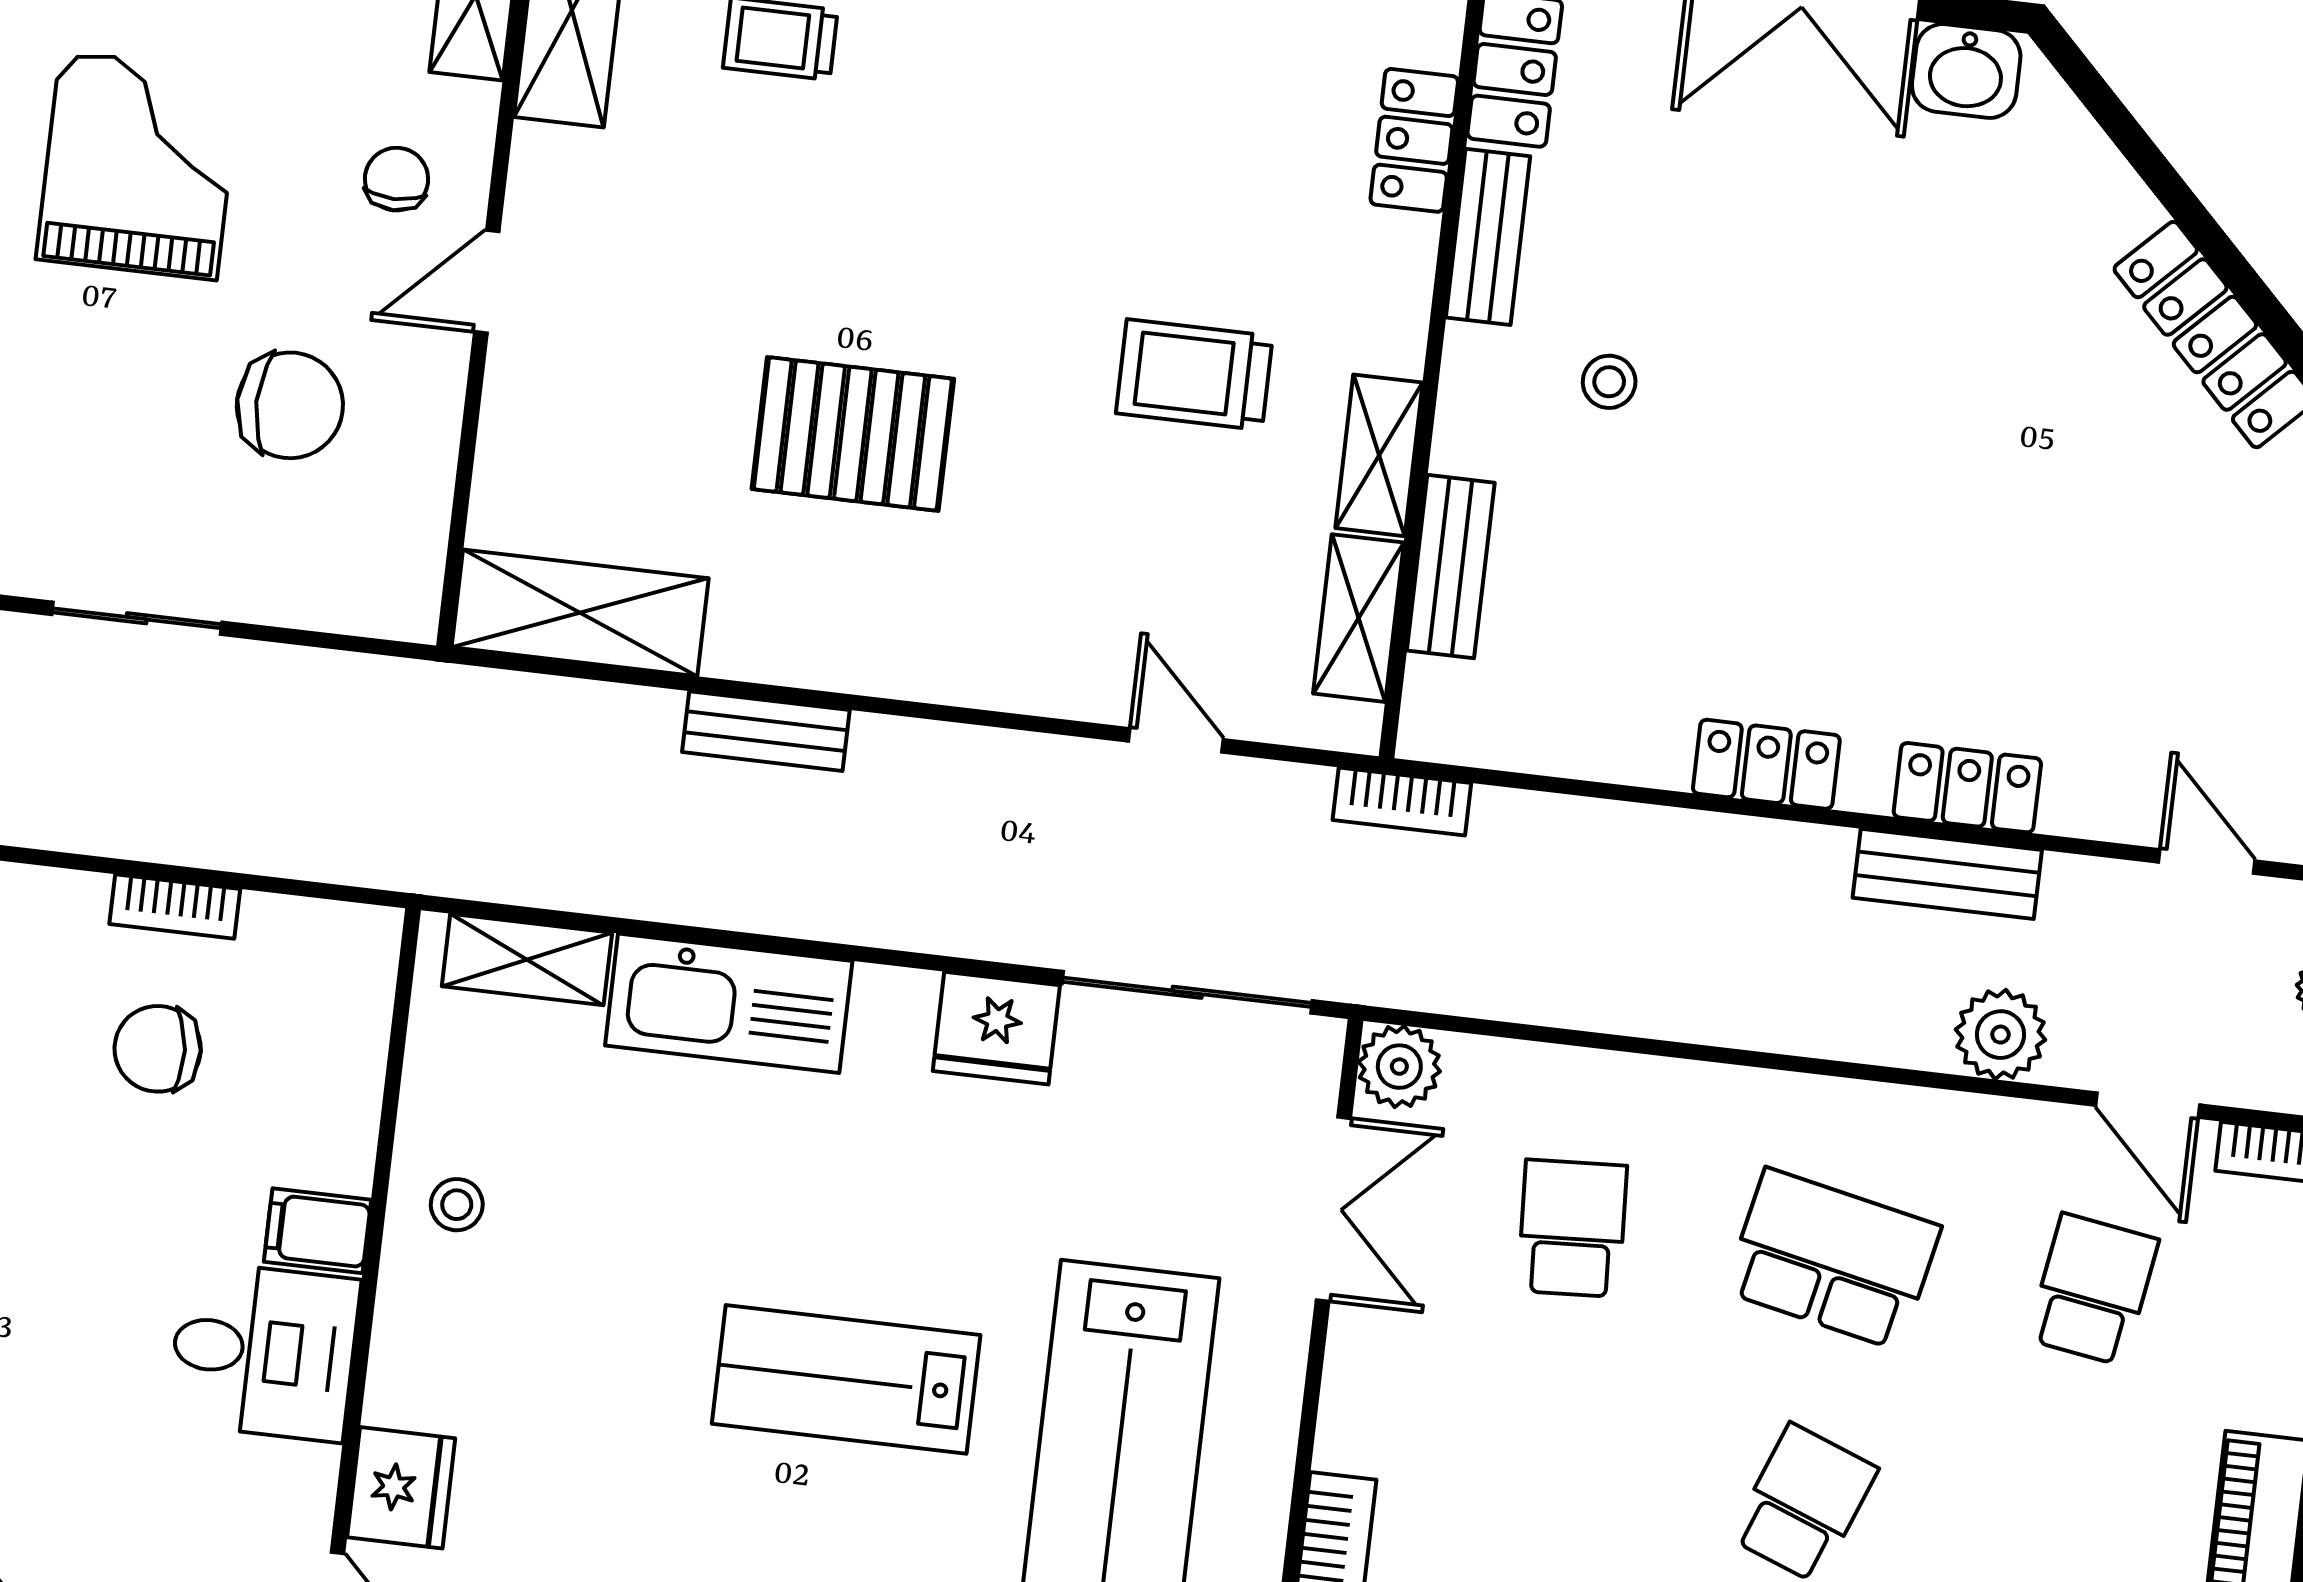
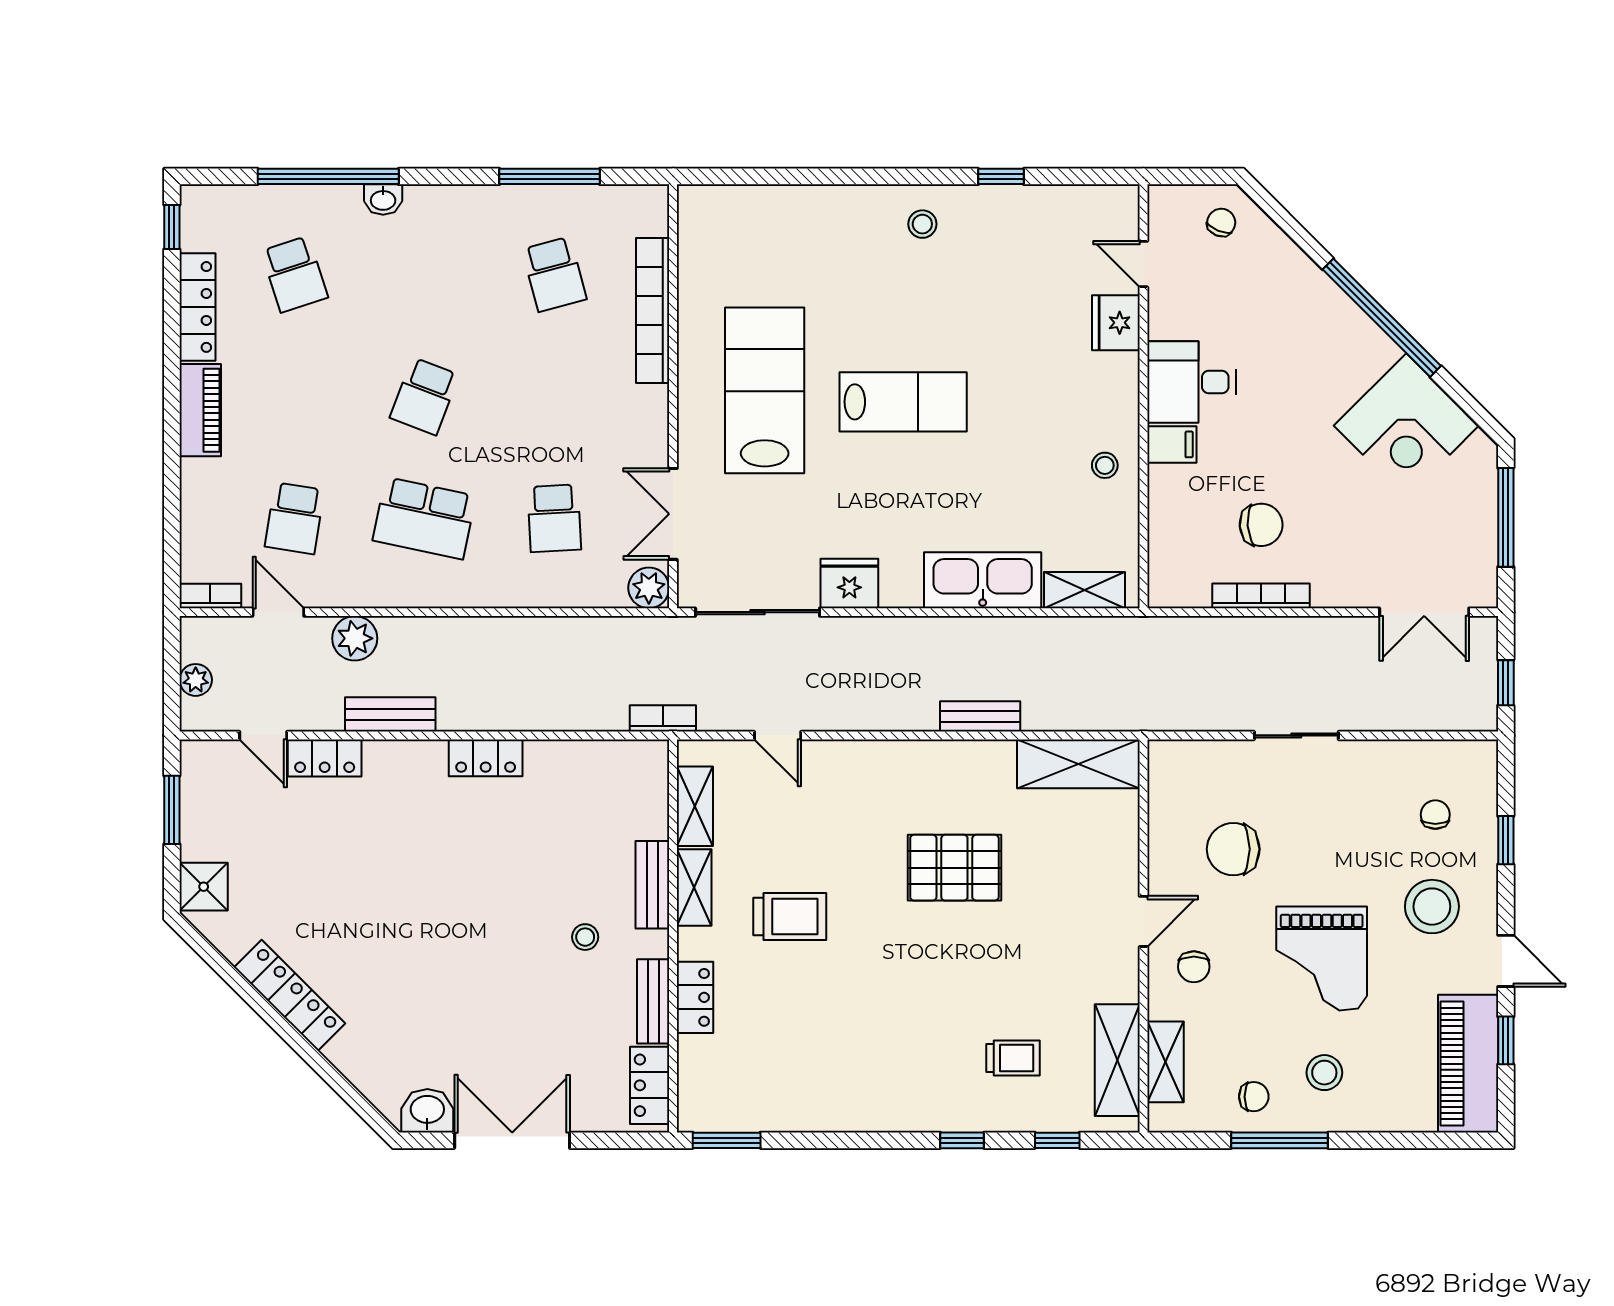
locker: (1414, 140) -> (695, 997), moved
bench: (1451, 567) -> (652, 885), moved
locker: (1967, 788) -> (325, 758), moved
bookcase: (175, 906) -> (1261, 596), width x1.56

